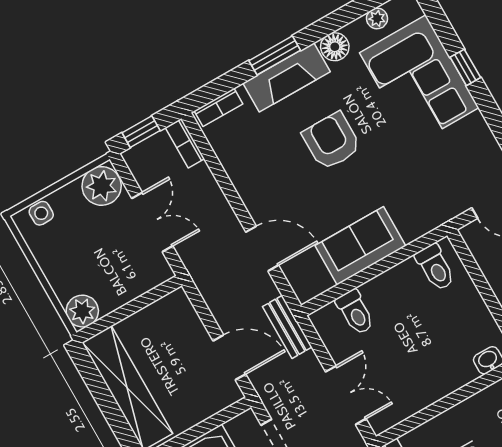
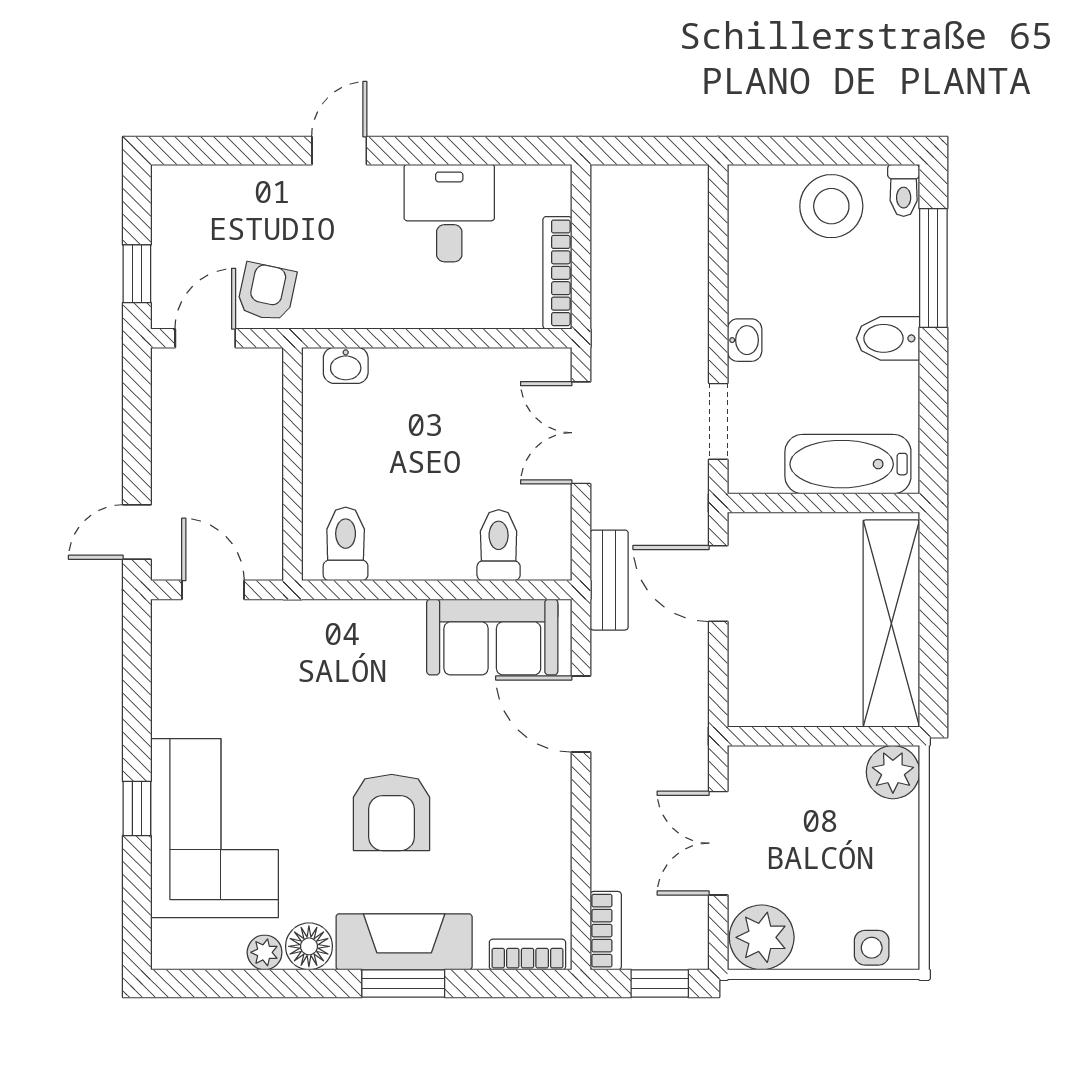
plant: (377, 18) -> (265, 952), moved
sofa: (360, 246) -> (492, 637), moved

